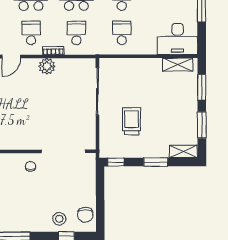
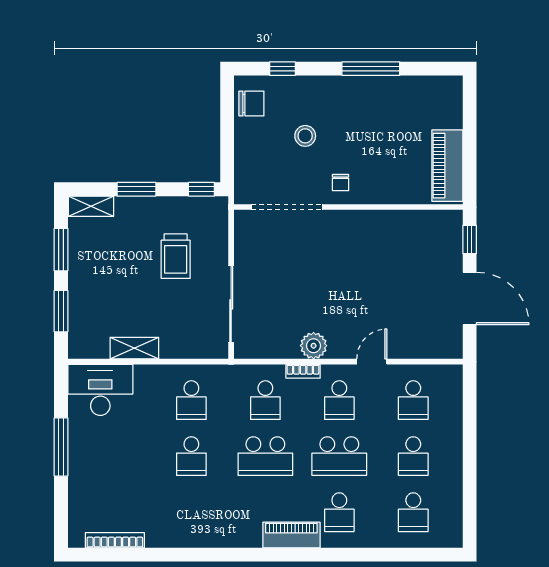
shelving: (178, 65) -> (134, 348), moved
chair: (85, 215) -> (251, 104), turned 90
stool: (59, 219) -> (305, 136), moved

